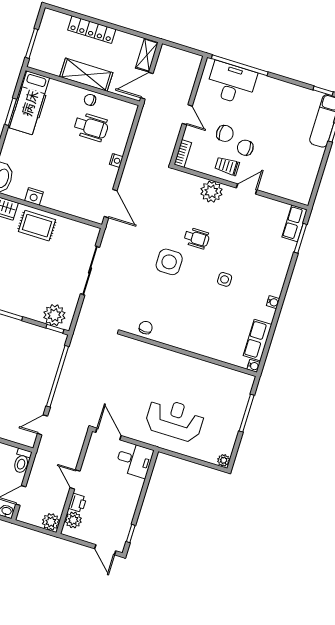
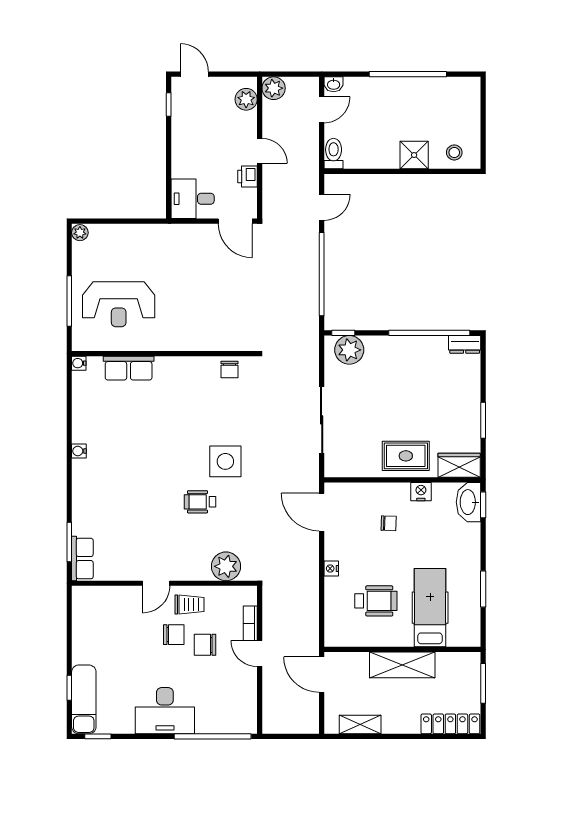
locker: (92, 30) -> (450, 724), moved
shelving: (147, 55) -> (360, 725), moved, turned 90
desk: (231, 83) -> (165, 711), moved
door: (147, 86) -> (322, 675), swing flipped
chair: (90, 100) -> (389, 523), moved
hospital bed: (30, 103) -> (430, 608), moved
wheelchair: (91, 127) -> (376, 601), turned 180
bookcase: (183, 154) -> (250, 623), moved
plant: (211, 192) -> (226, 566), moved
side table: (225, 279) -> (149, 461), removed
row of seats: (258, 340) -> (129, 368), moved, turned 90
reception desk: (175, 420) -> (119, 304), moved
printer: (77, 503) -> (247, 176), moved

